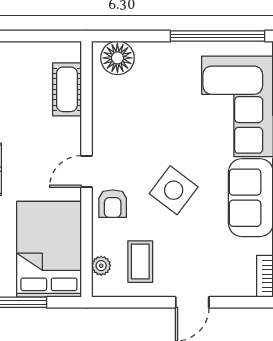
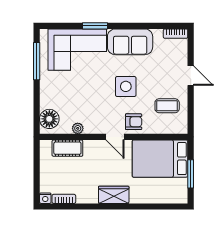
window: (217, 36) -> (37, 61), width x0.68
side table: (174, 190) -> (126, 86), turned -37
plant: (101, 266) -> (78, 128), moved

